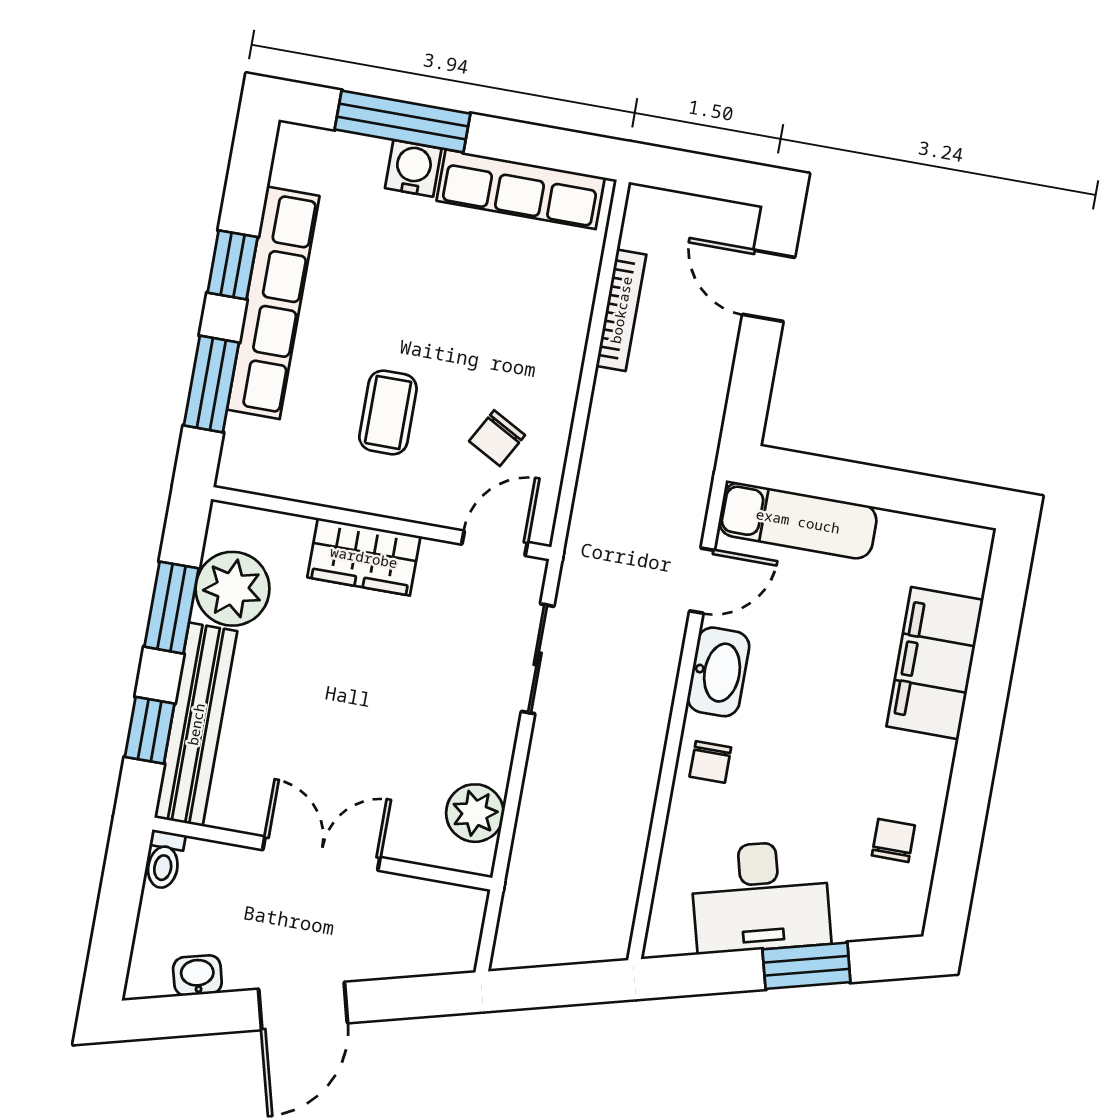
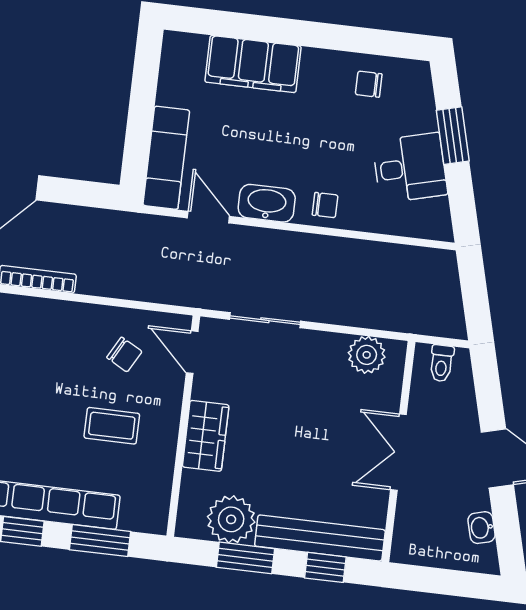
toilet: (164, 860) -> (441, 363), moved, turned 90
desk: (760, 897) -> (410, 168), width x0.73

